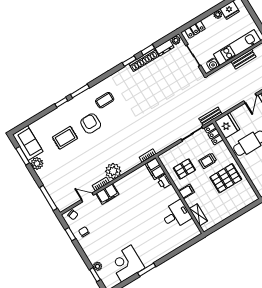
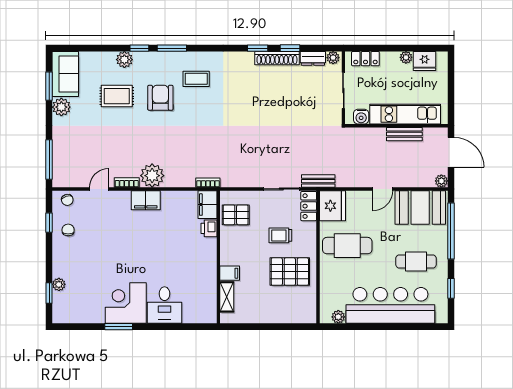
plant: (57, 114) -> (124, 60), added
pallet: (184, 169) -> (236, 215), moved
filing cabinet: (186, 192) -> (230, 273), moved
filing cabinet: (107, 194) -> (146, 200), moved
door: (87, 197) -> (99, 189), hinge flipped
desk: (176, 215) -> (164, 305), moved, turned 90
corner desk: (126, 263) -> (126, 303), moved

